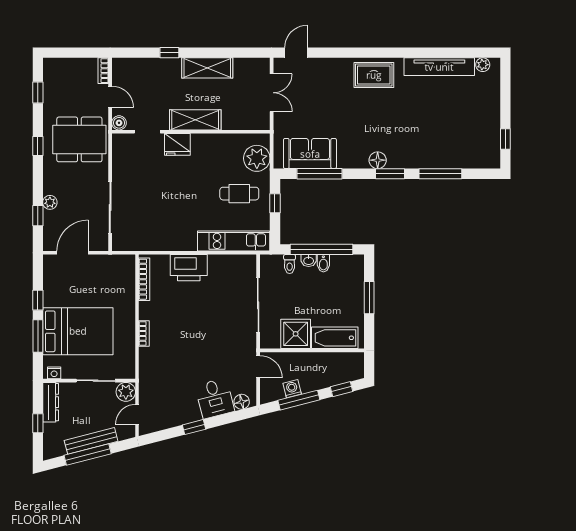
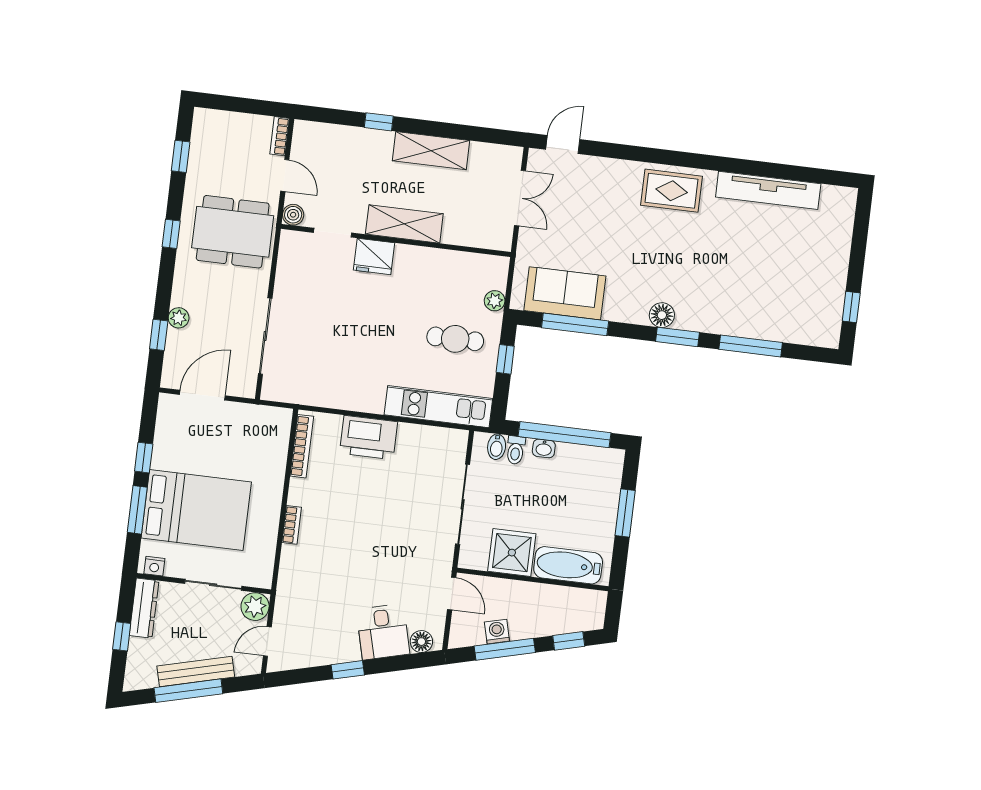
plant: (483, 65) -> (832, 195), removed
plant: (257, 158) -> (495, 301), width x0.53, depth x0.53
bidet: (323, 263) -> (497, 447), moved

